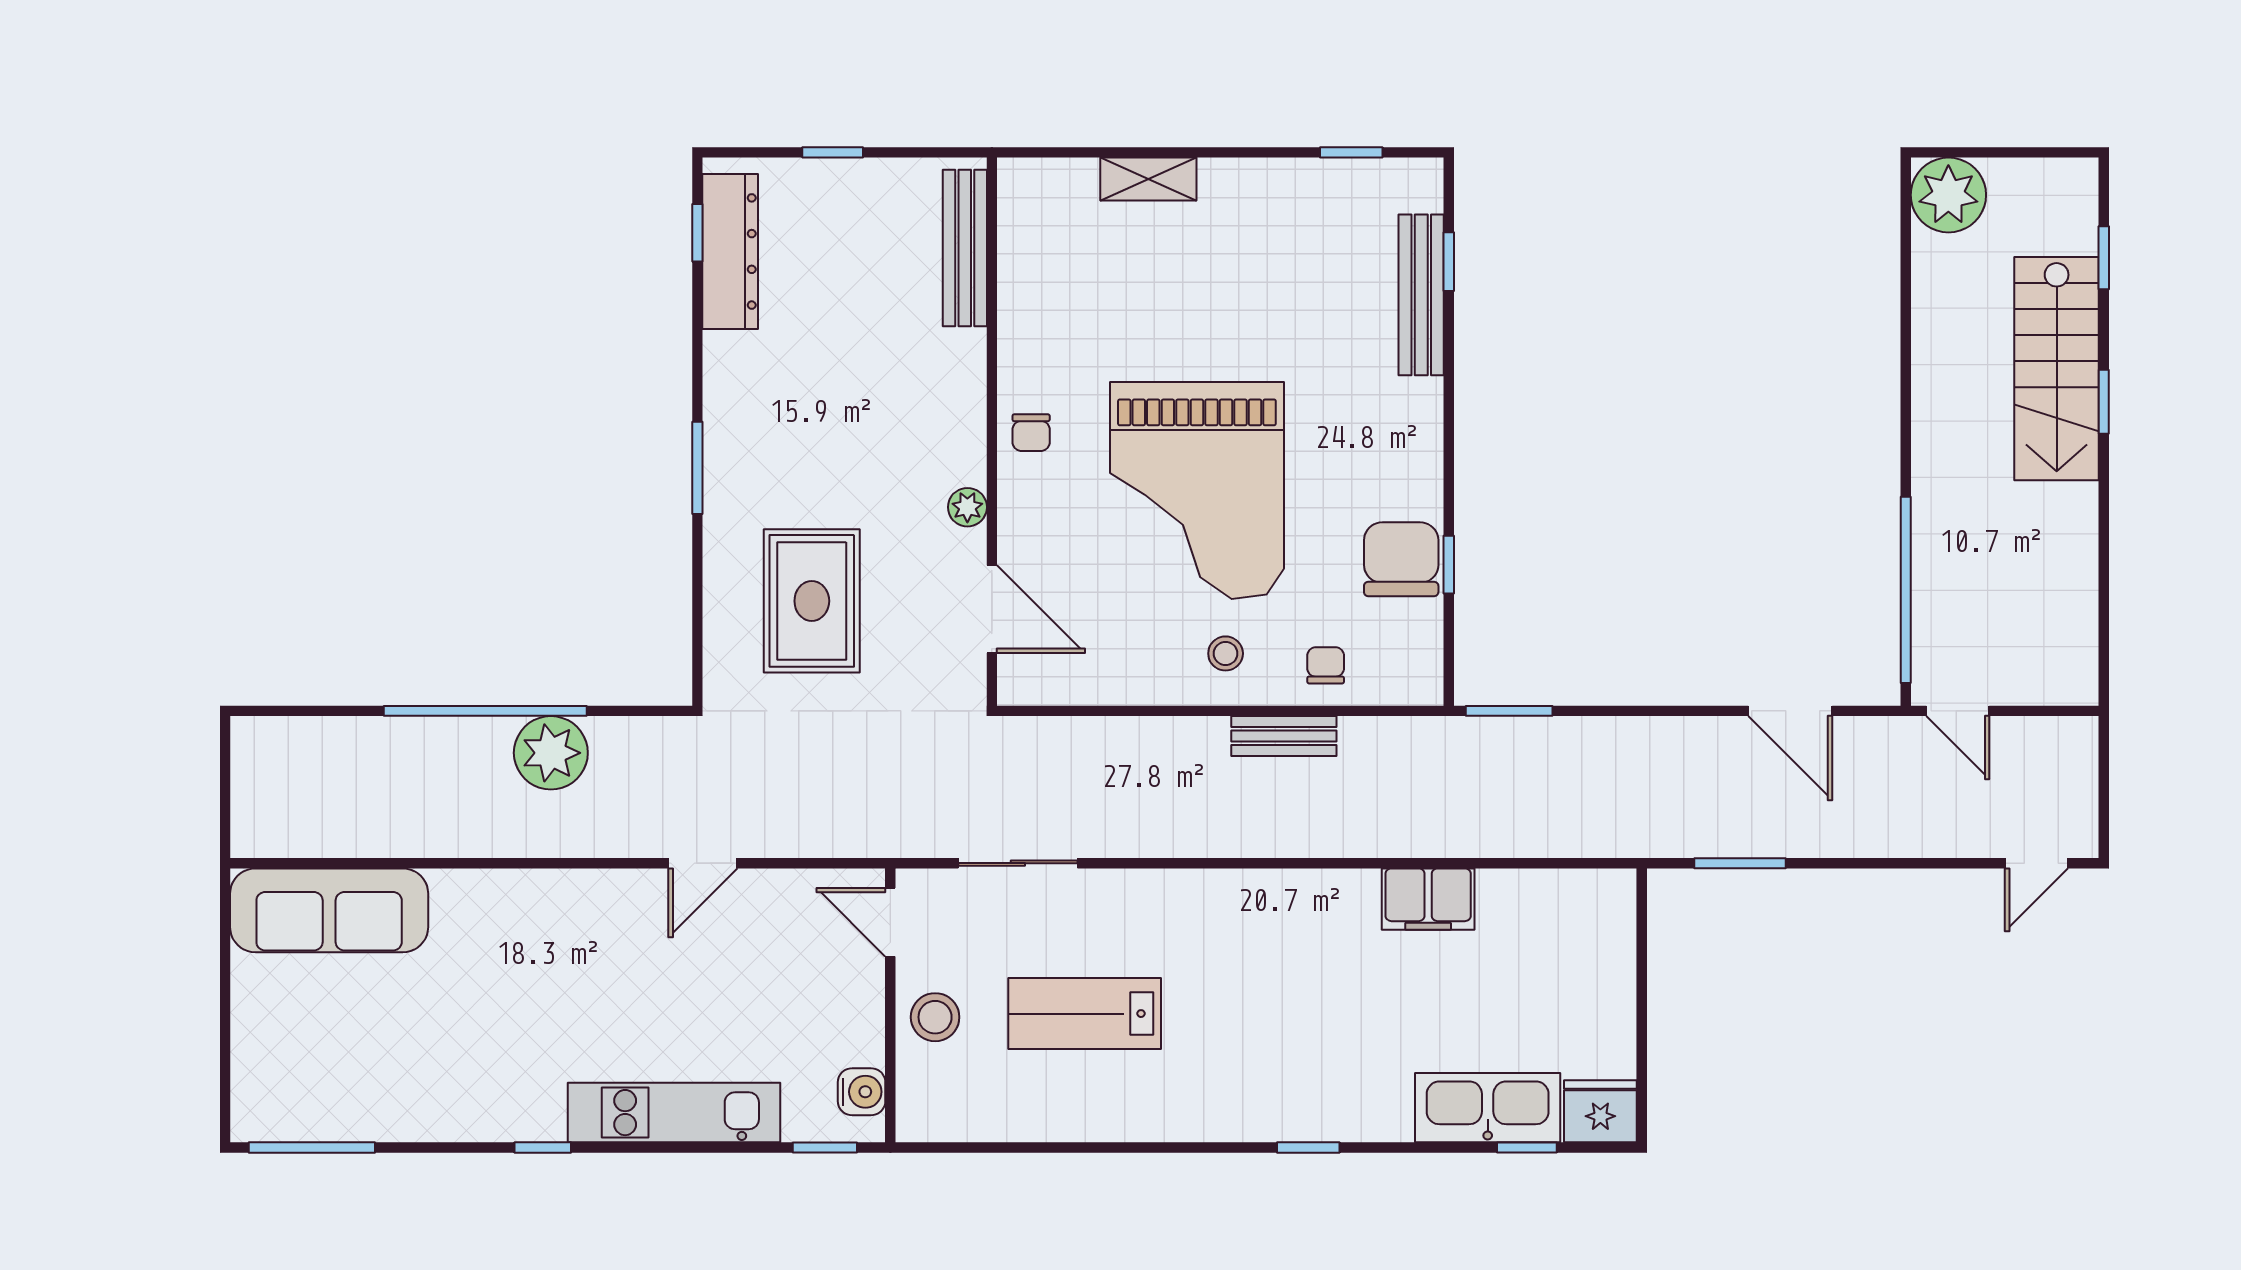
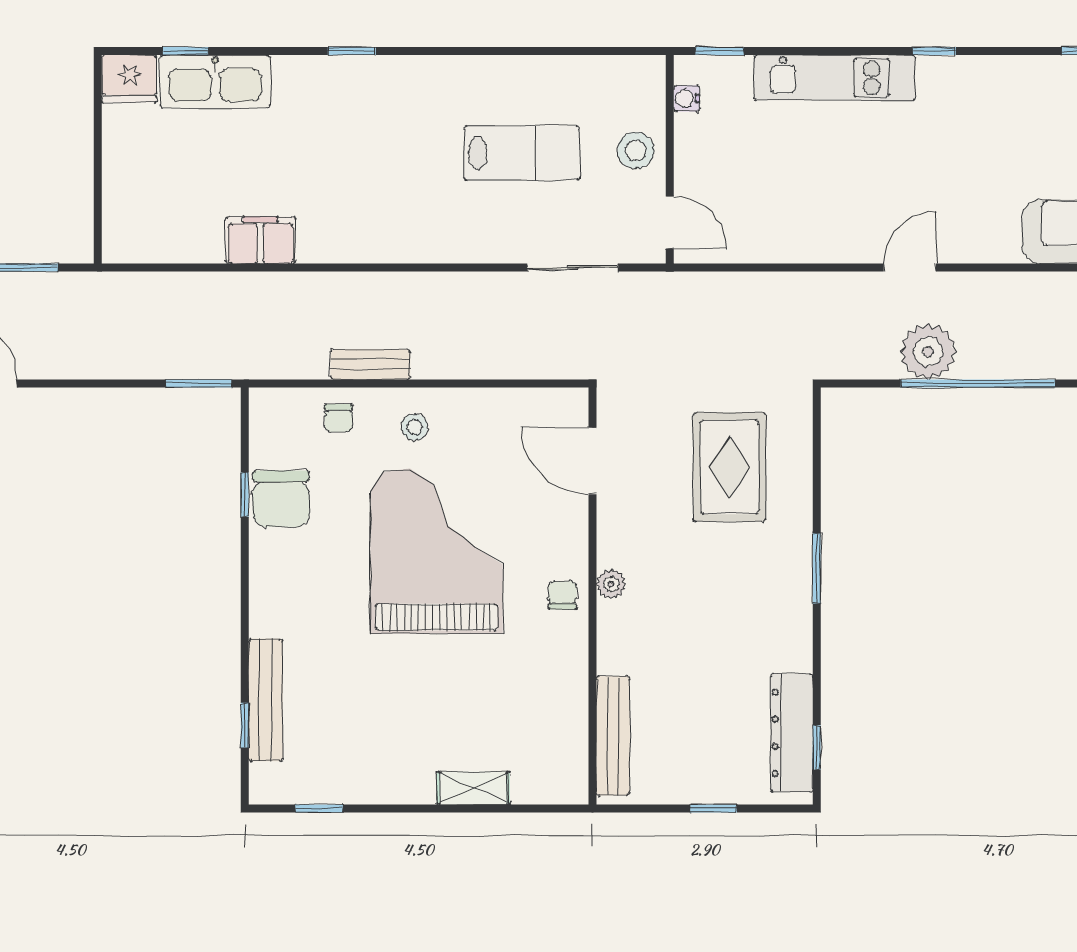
plant: (967, 507) -> (611, 584), moved
door: (703, 863) -> (910, 267), moved
water cooler: (862, 1092) -> (687, 99), width x0.72, depth x0.72

